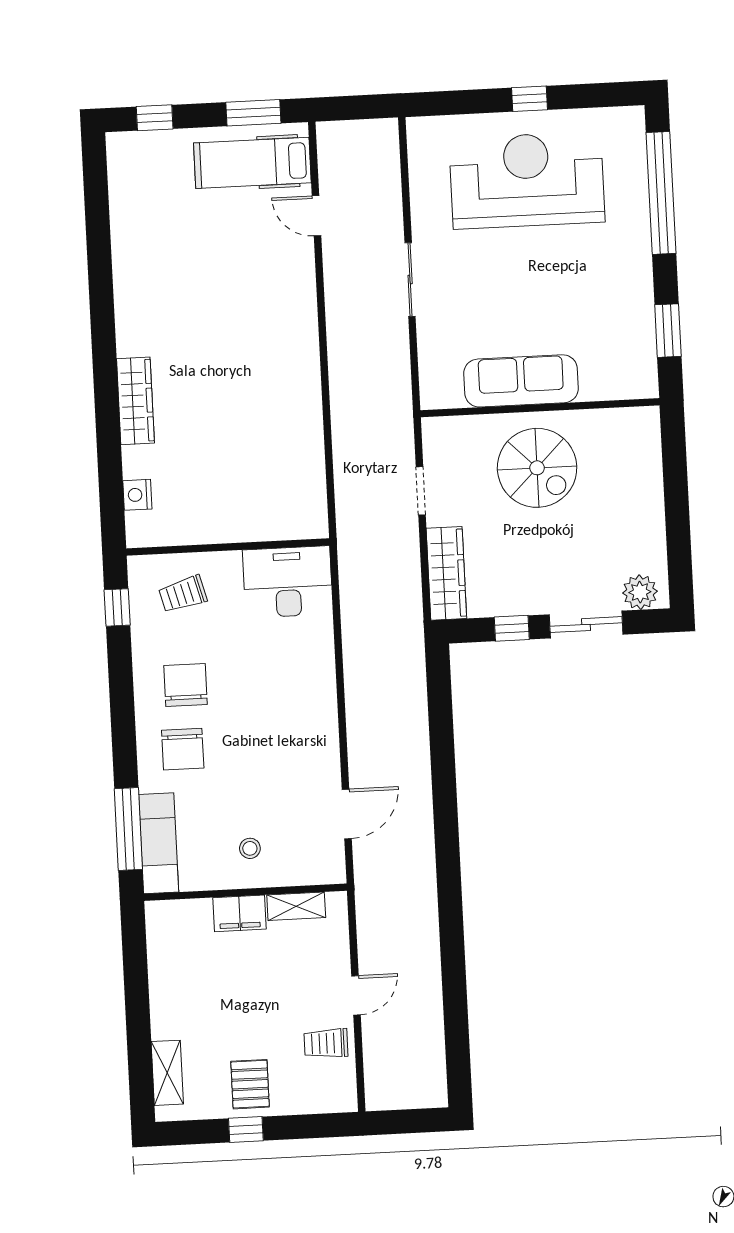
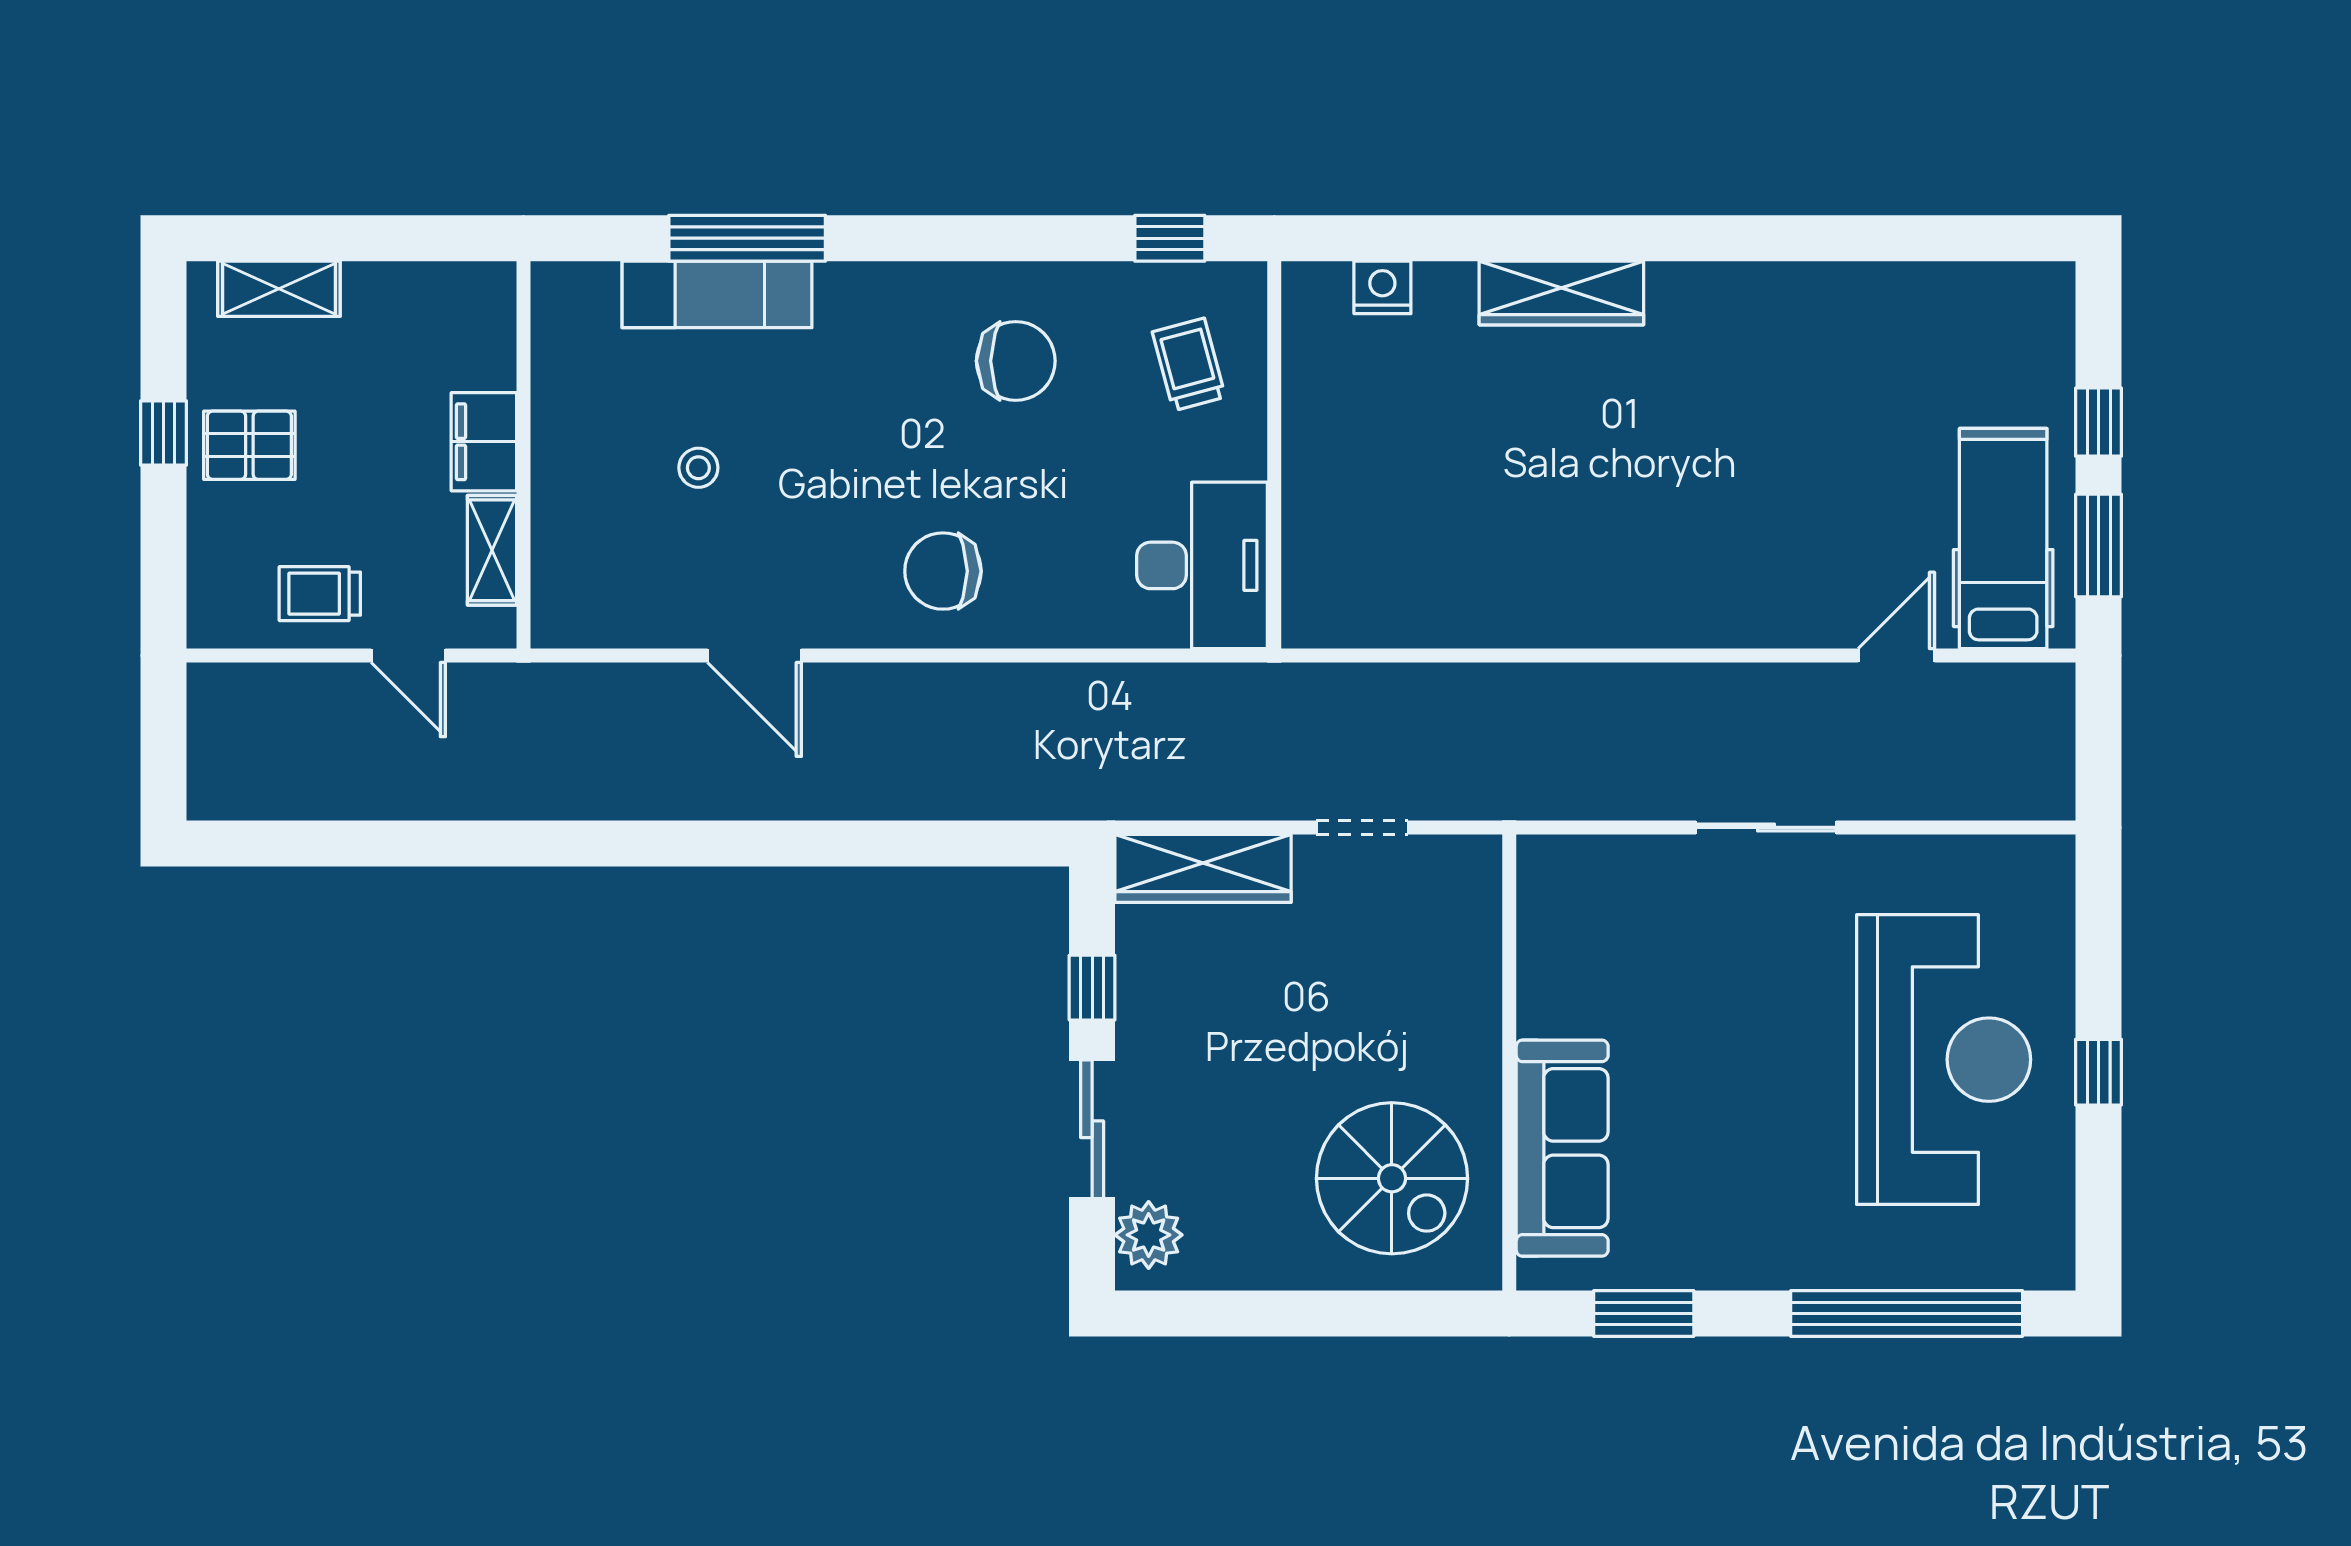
window: (155, 118) -> (2099, 422), moved
sofa: (521, 381) -> (1562, 1148), moved
spiral stairs: (537, 468) -> (1392, 1178), moved, turned -90
chair: (183, 749) -> (943, 571), moved
wall: (245, 892) -> (523, 455), moved
shelving: (296, 906) -> (492, 550), moved
filing cabinet: (240, 913) -> (484, 442), moved
trolley: (326, 1043) -> (320, 594), turned -90

